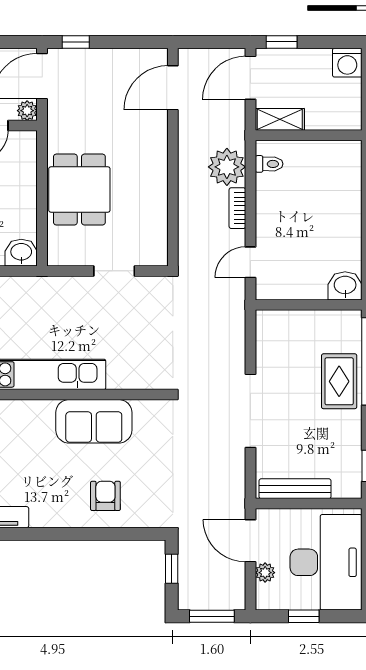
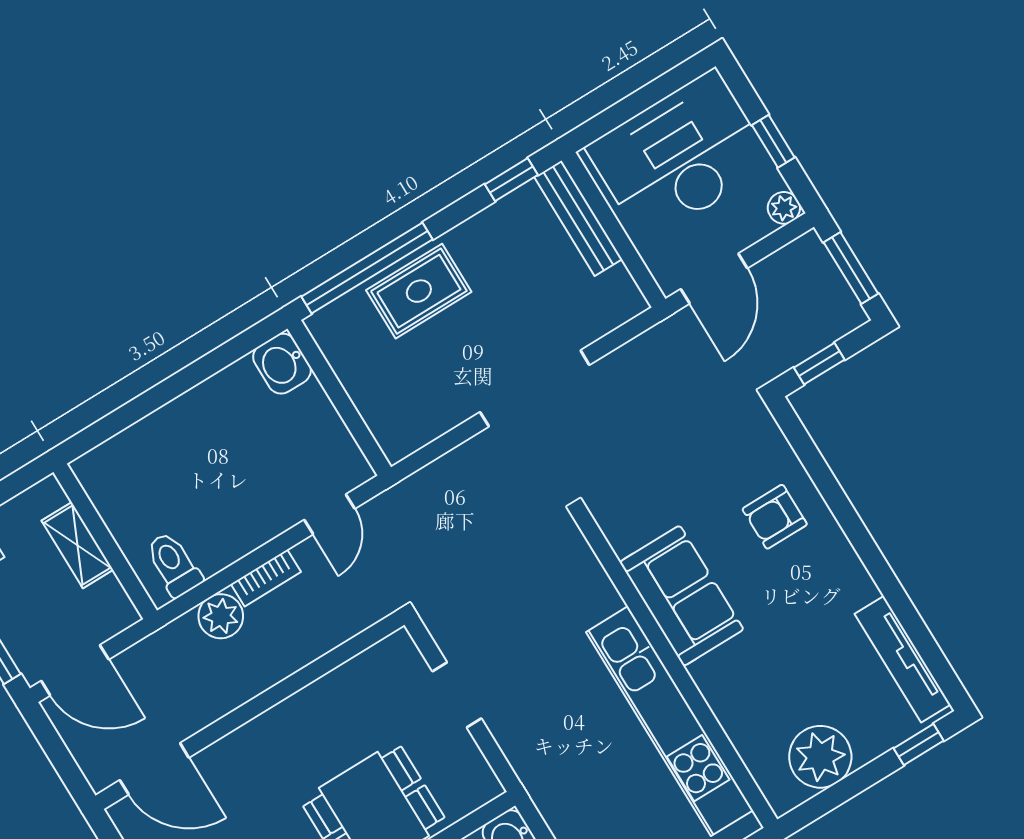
shelving: (280, 119) -> (77, 545), moved
toilet: (269, 164) -> (174, 564), width x1.37, depth x1.39
plant: (227, 167) -> (221, 616), width x0.73, depth x0.73
door: (250, 262) -> (330, 514), hinge flipped
bench: (295, 489) -> (578, 218), moved
plant: (265, 573) -> (784, 208), moved

